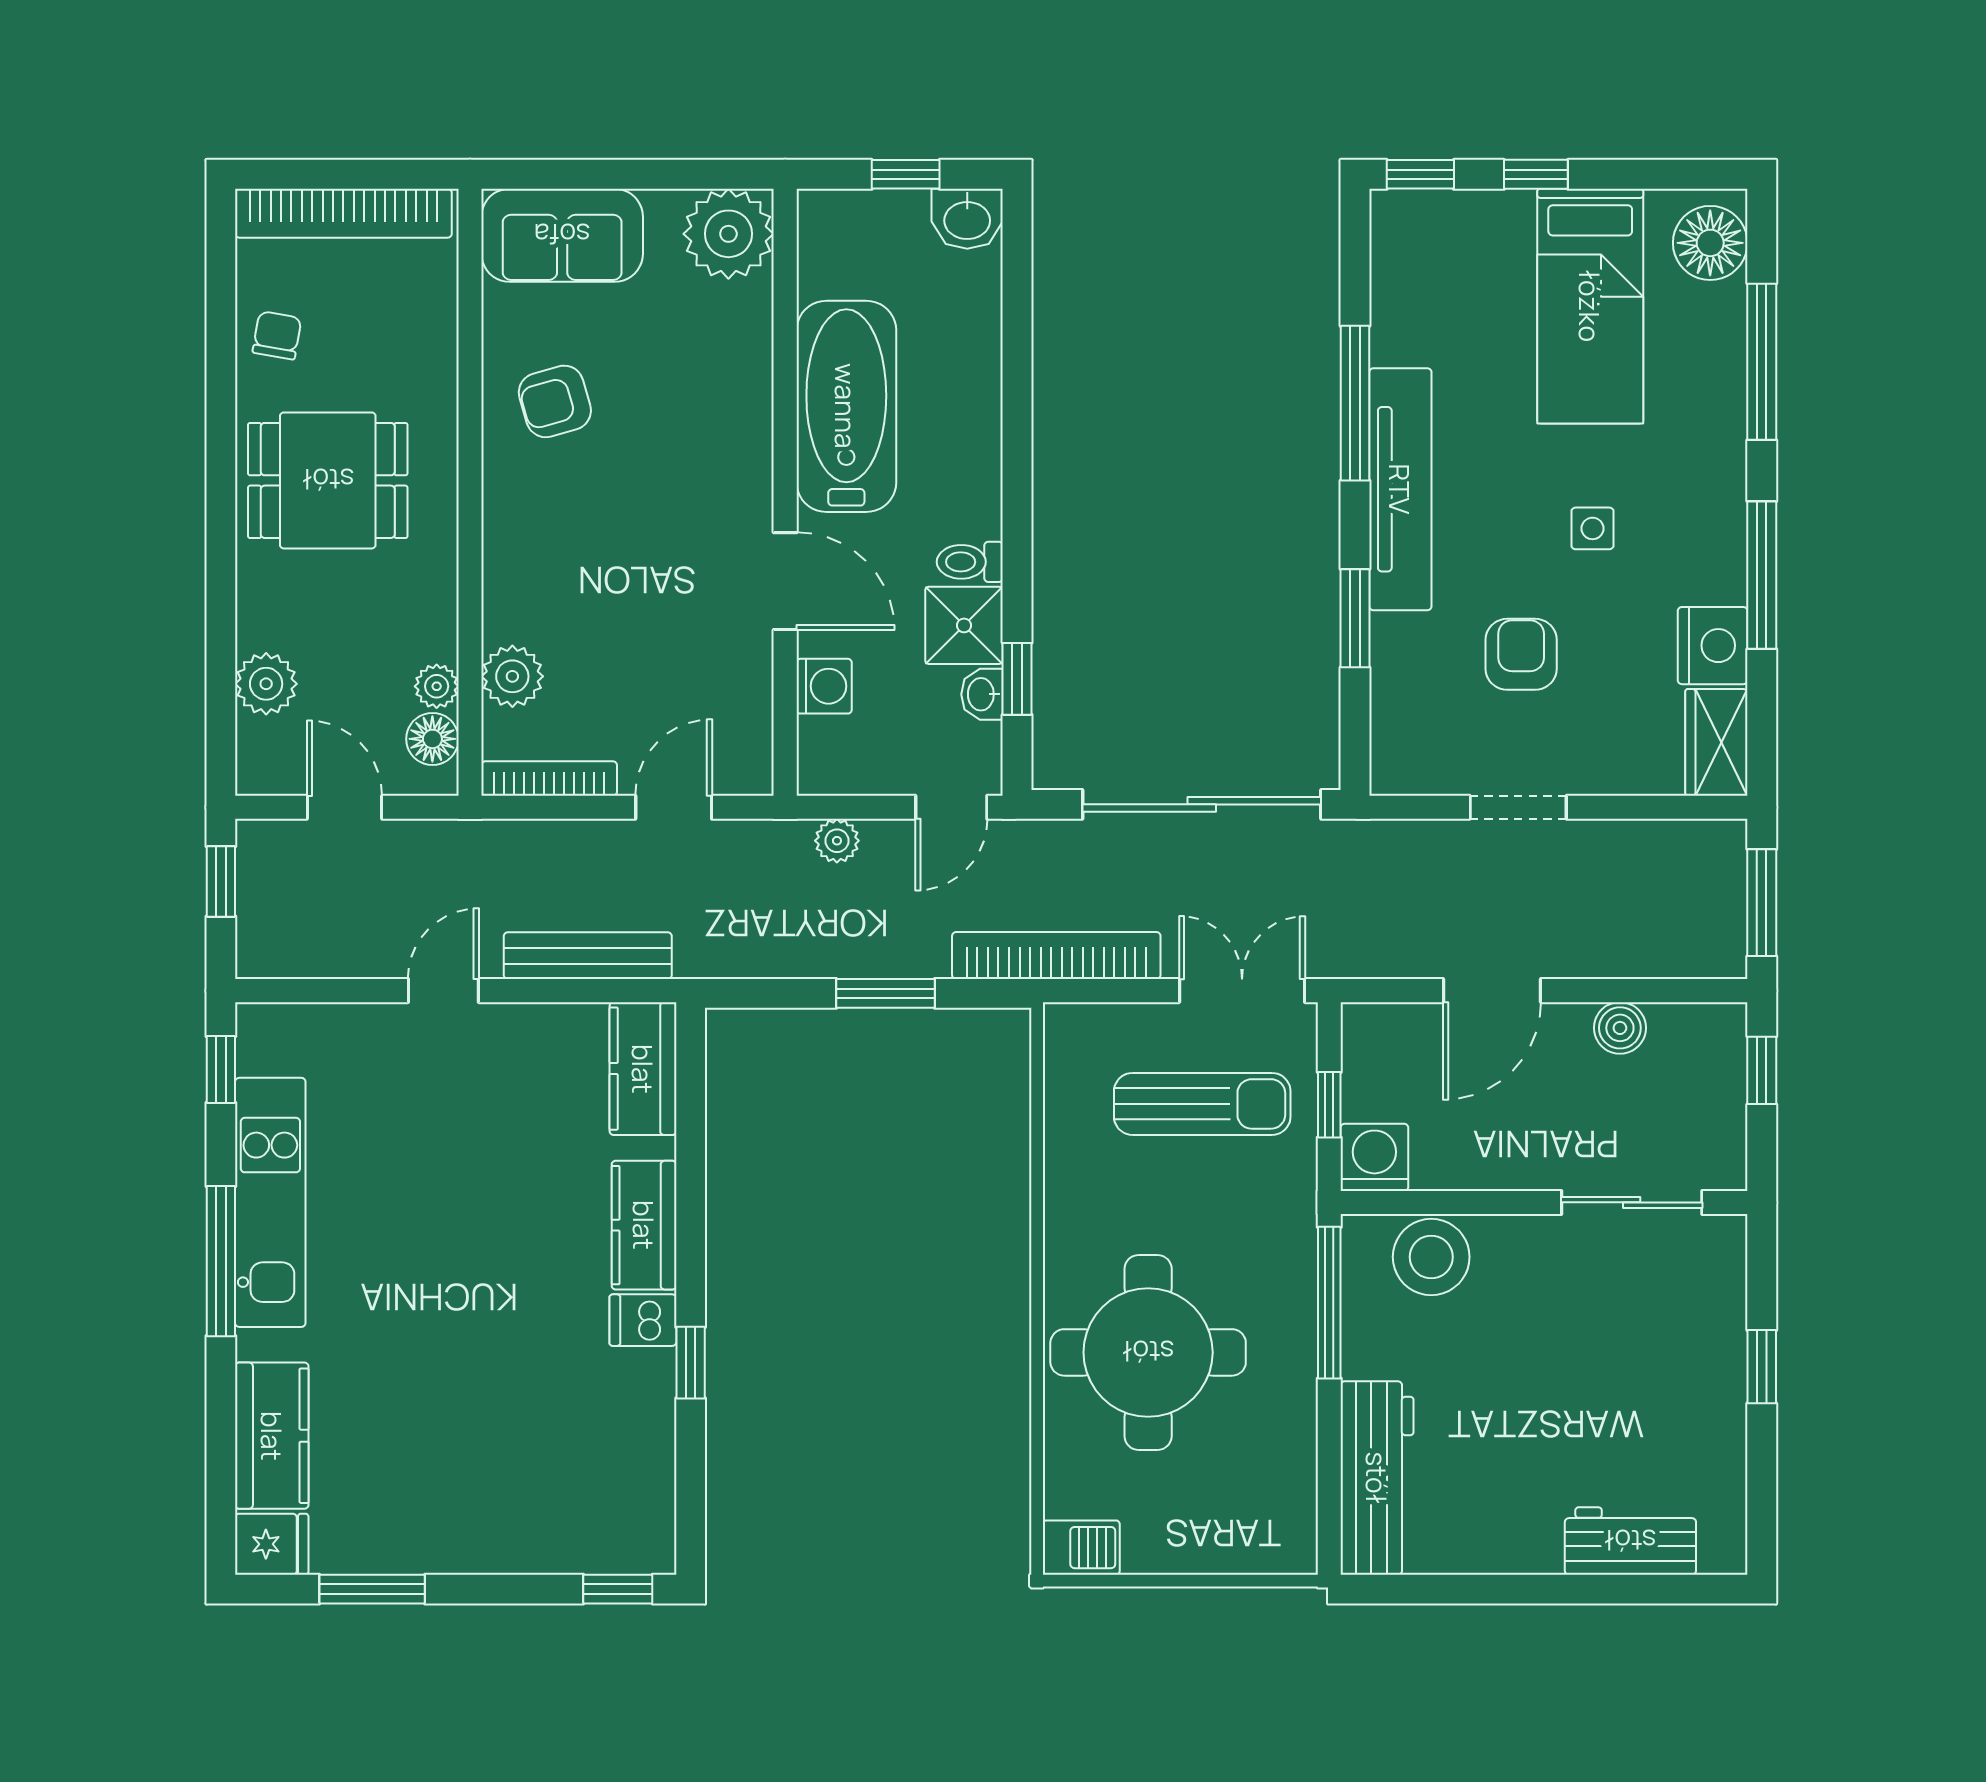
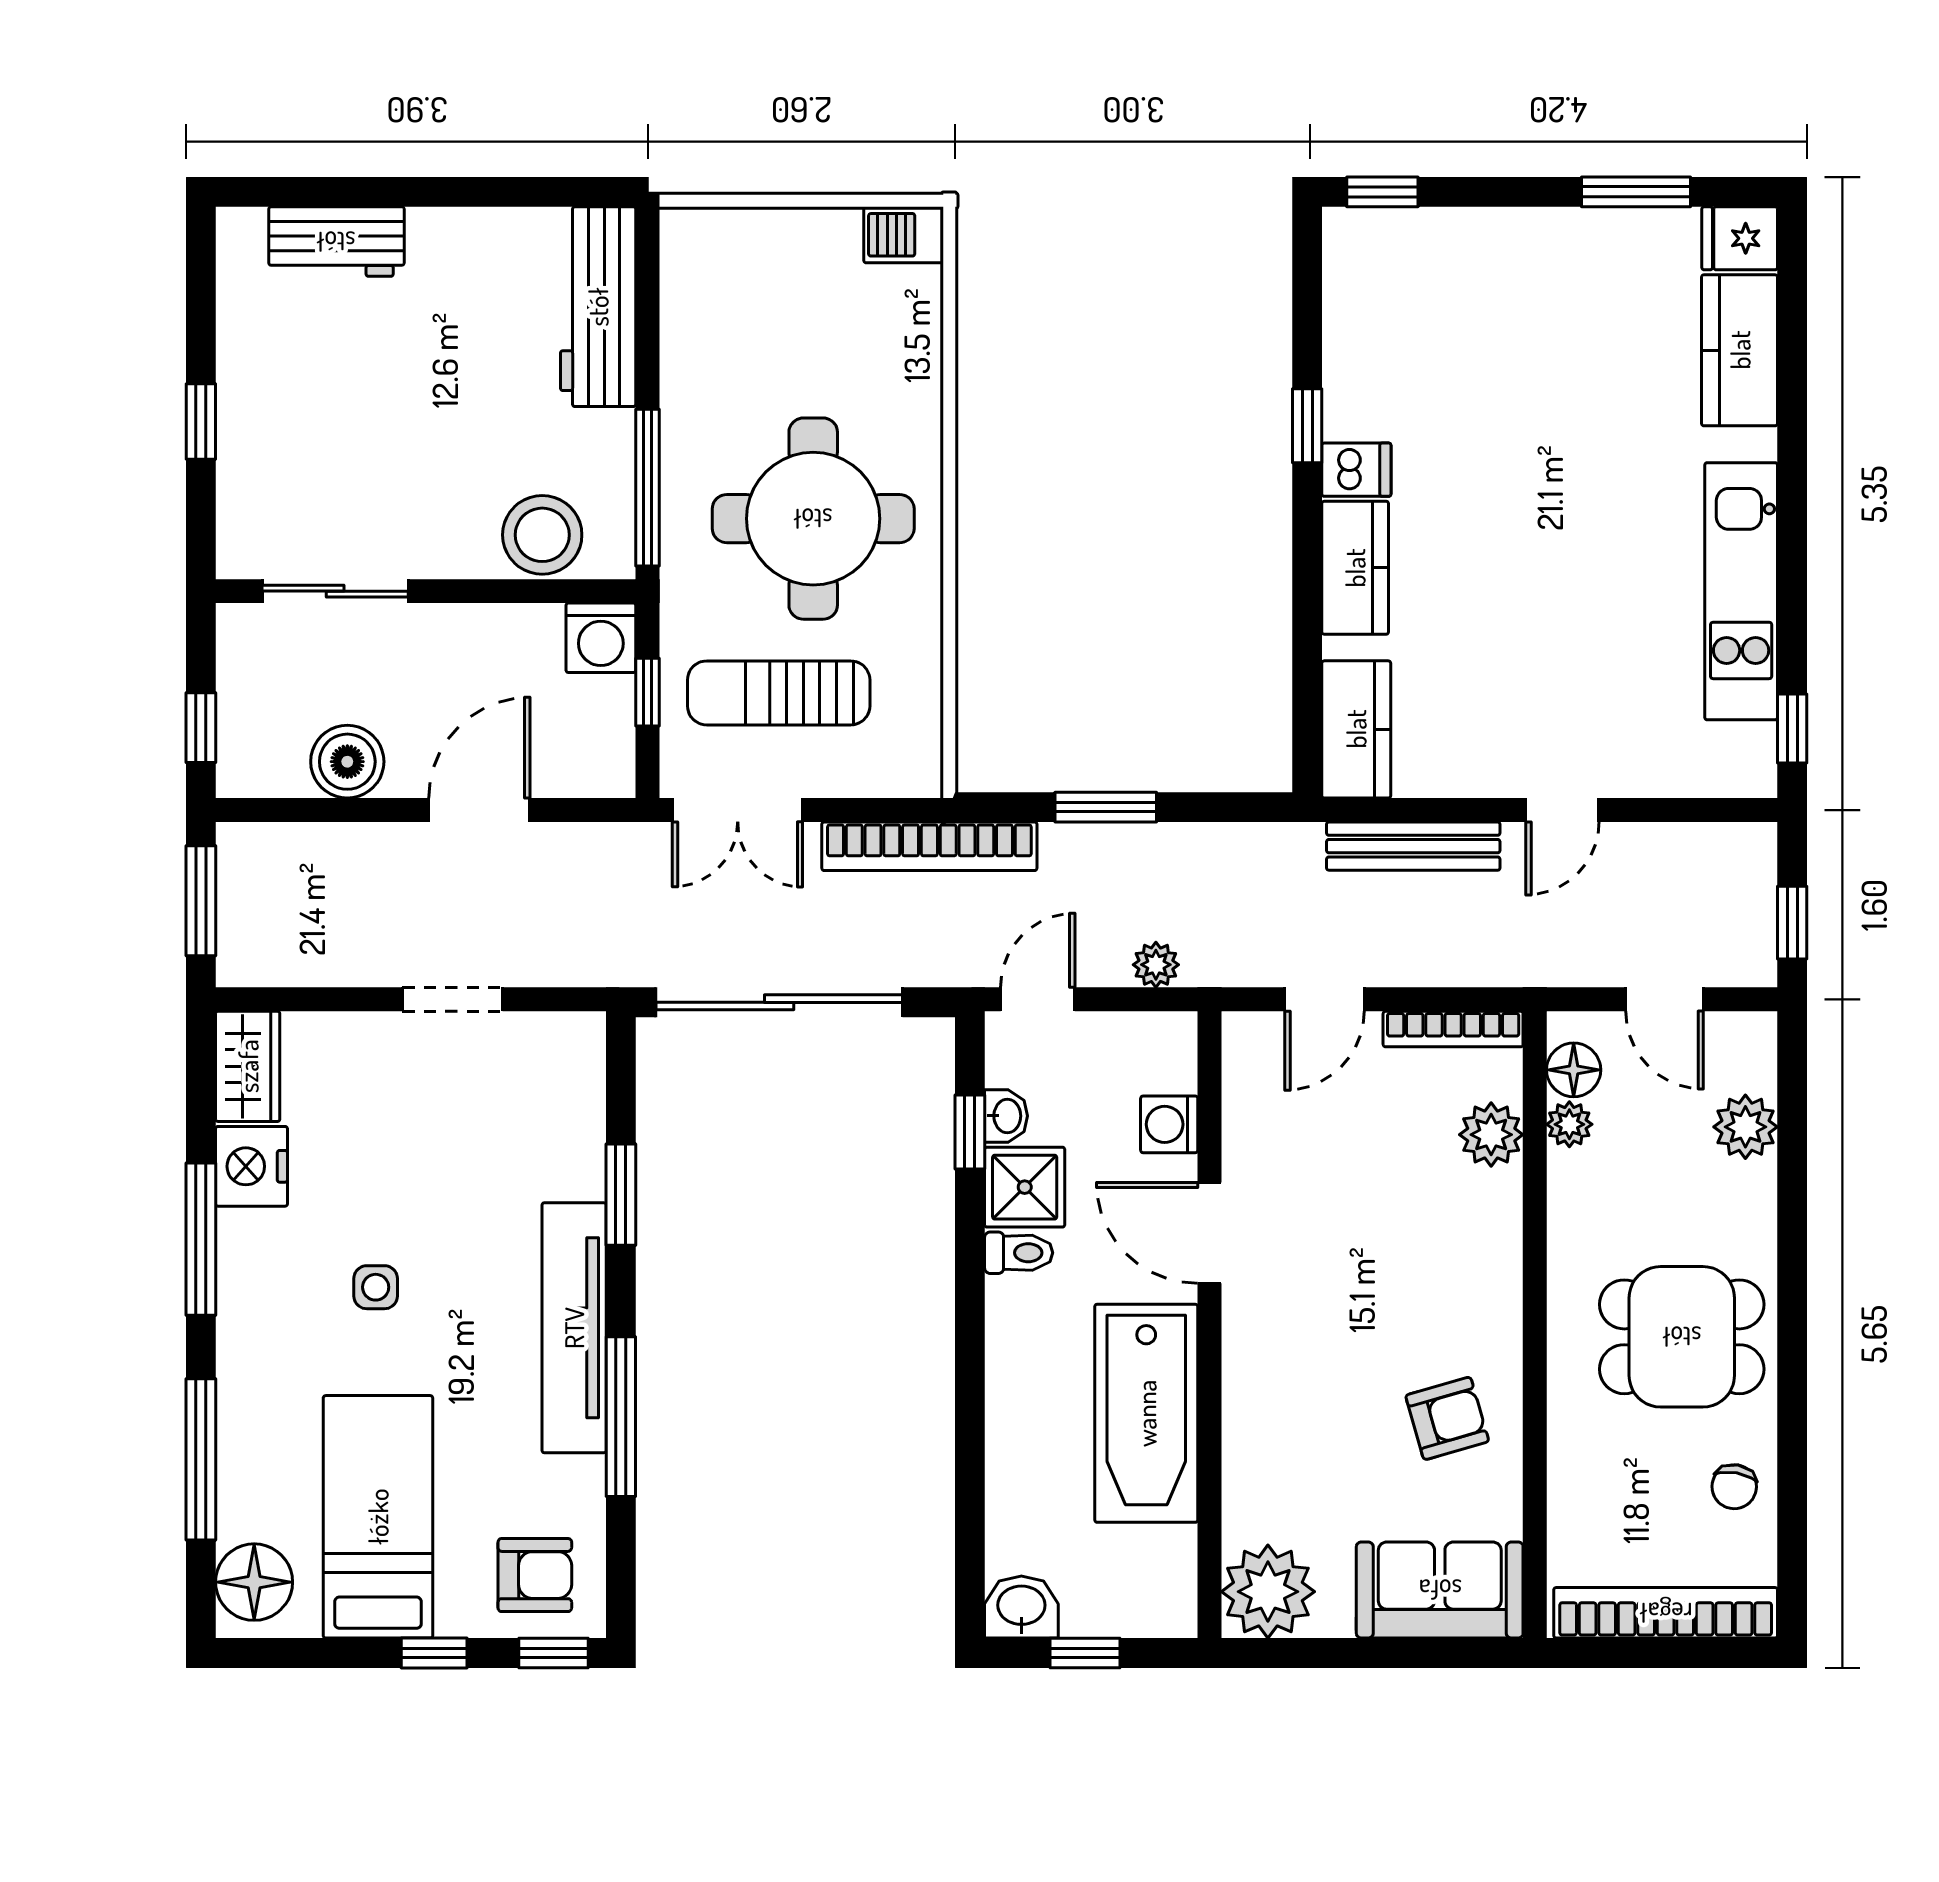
armchair: (1521, 654) -> (535, 1575), moved, turned -90
boiler: (1620, 1028) -> (347, 762), width x1.36, depth x1.36
window: (221, 1261) -> (1792, 531), removed
round table: (1148, 1352) -> (813, 519), moved

